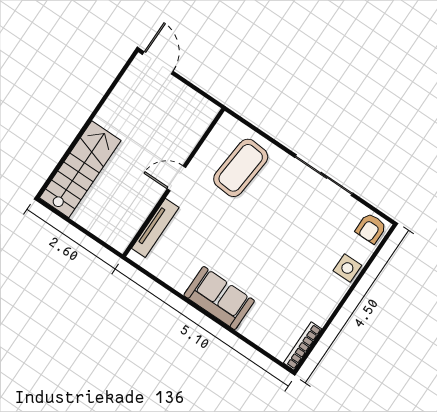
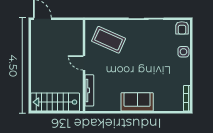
coffee table: (241, 168) -> (109, 40), turned -71
stairs: (80, 169) -> (55, 102), moved, turned -90
door: (176, 178) -> (84, 63), hinge flipped

